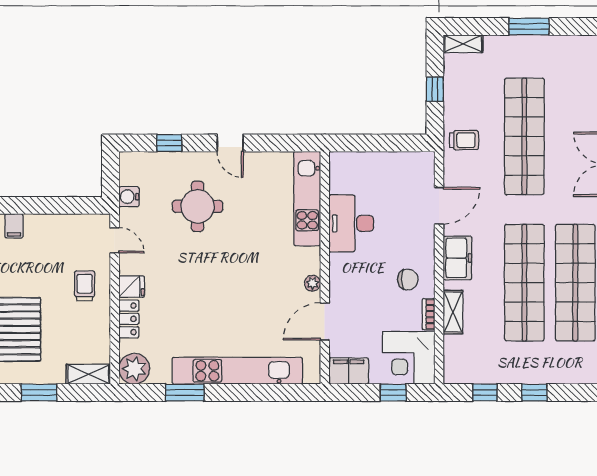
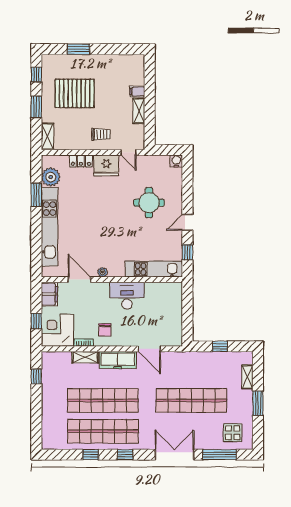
shelving: (463, 44) -> (247, 377), moved
display table: (578, 68) -> (233, 433), added
trolley: (464, 140) -> (189, 364), removed
window: (169, 143) -> (187, 252), moved
water cooler: (129, 197) -> (176, 161), moved
shelving: (46, 223) -> (139, 111), added
desk: (351, 223) -> (127, 296), moved
door: (115, 240) -> (128, 152), hinge flipped
freezer: (457, 258) -> (118, 360), width x1.40
fridge: (132, 287) -> (106, 165), width x1.88, depth x1.34
plant: (134, 369) -> (51, 177), moved
window: (534, 393) -> (36, 407), removed

